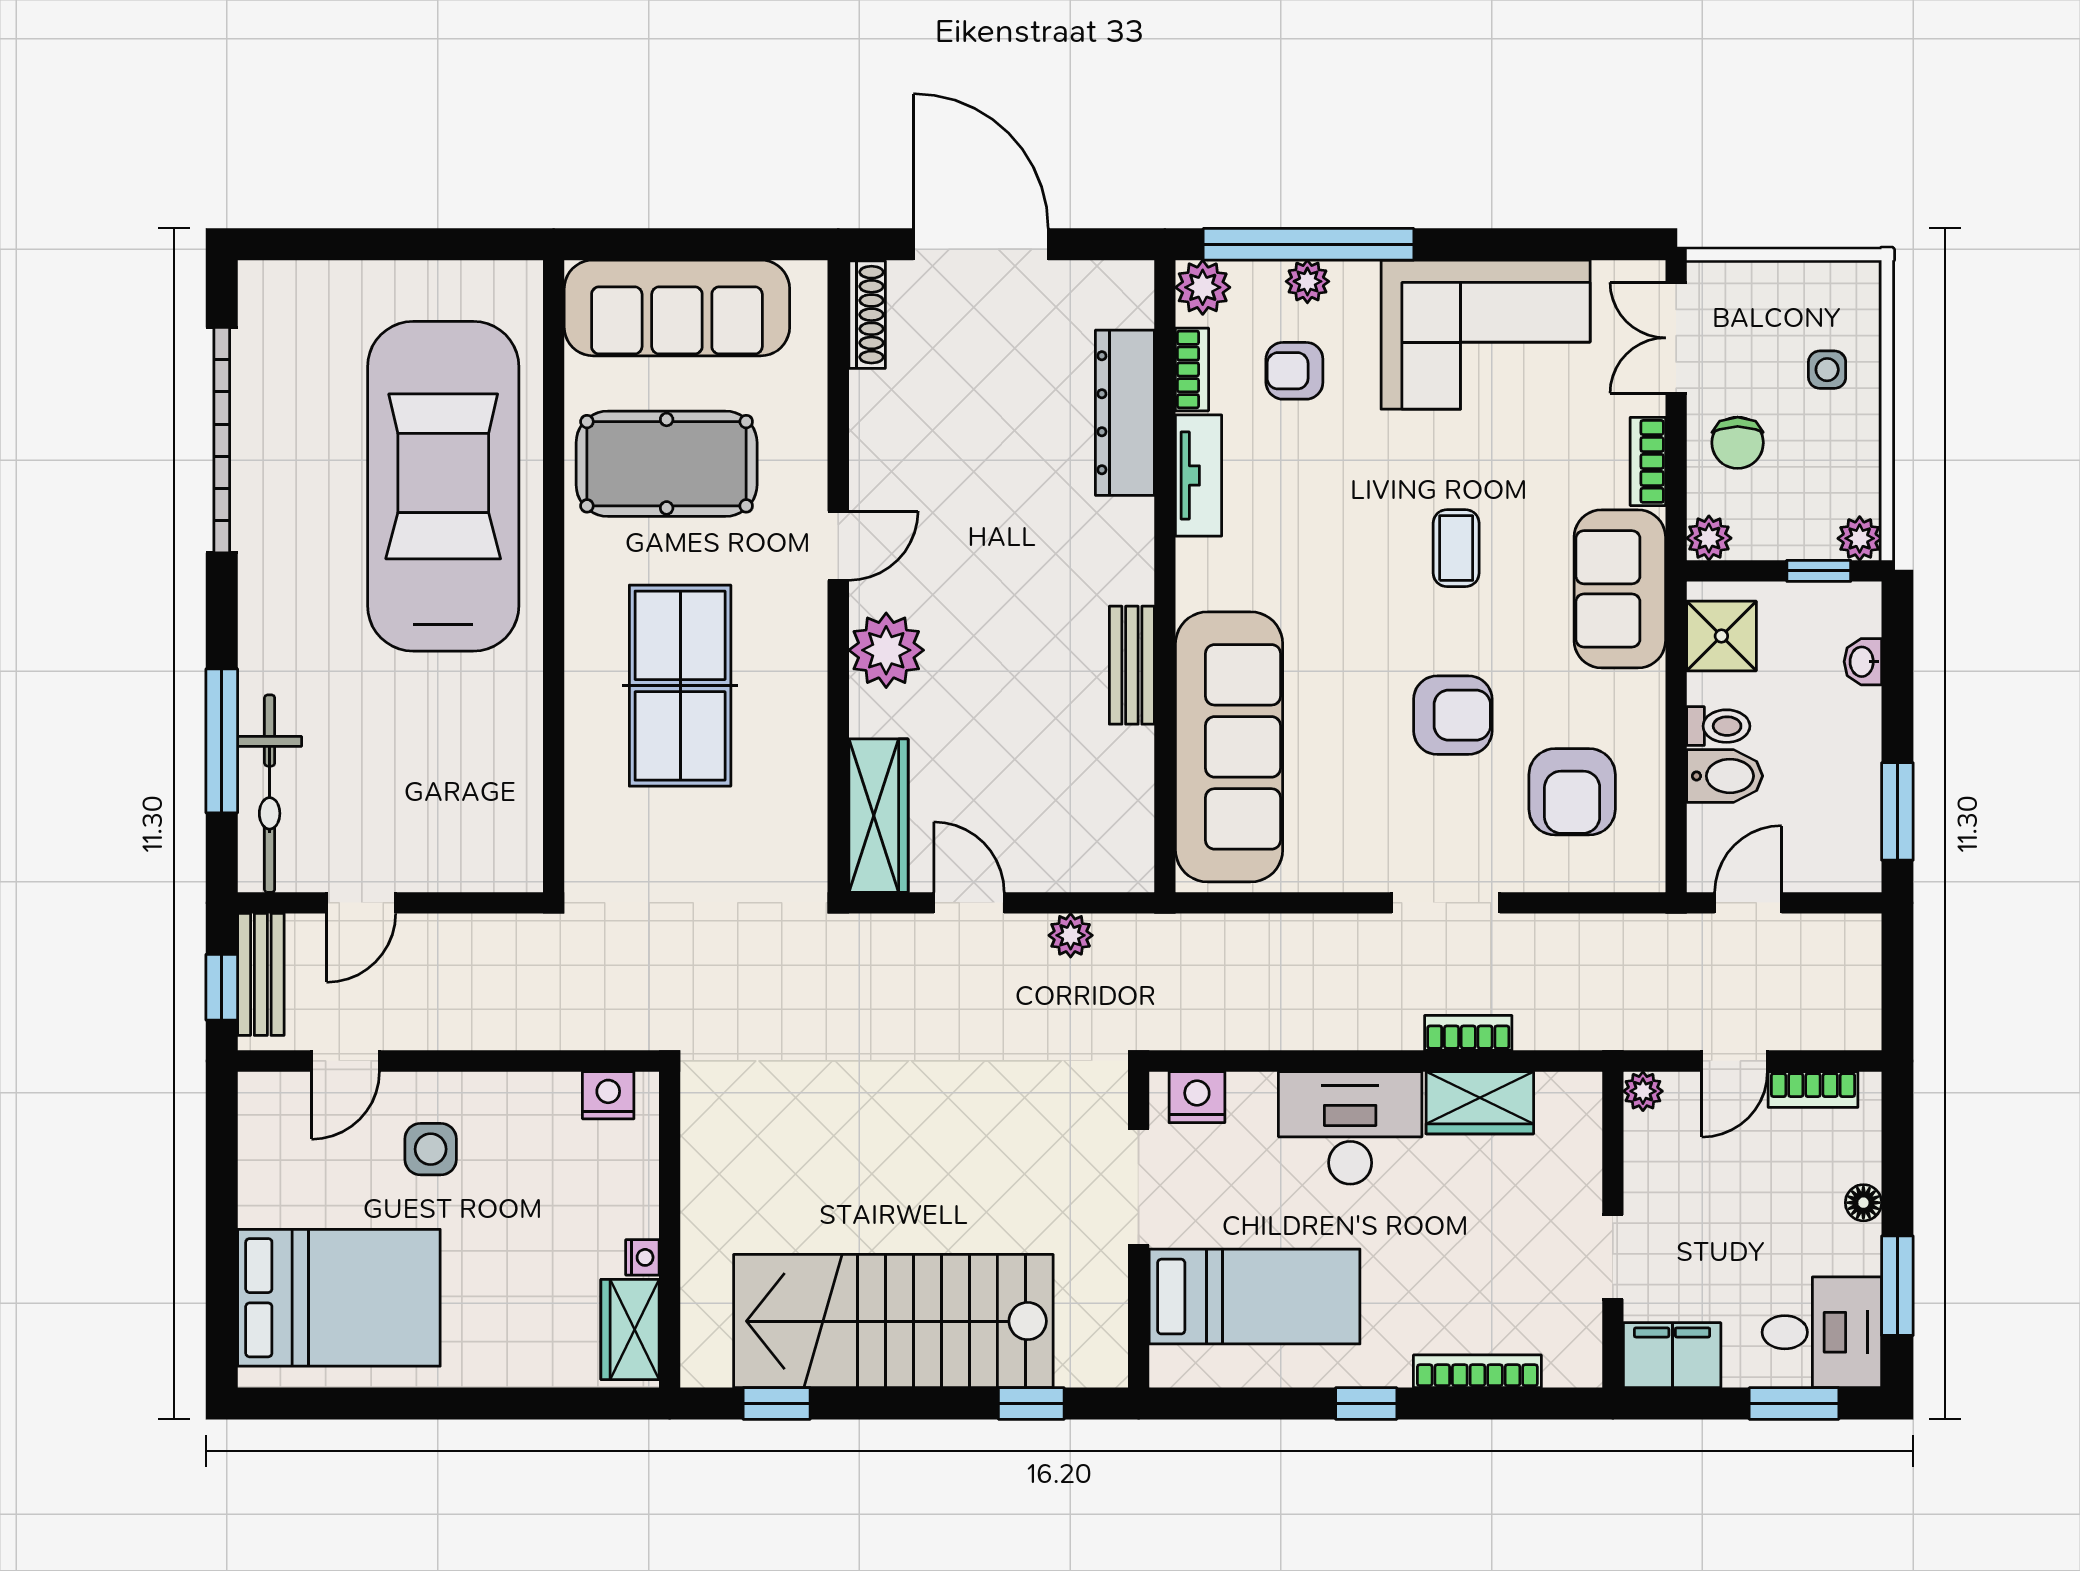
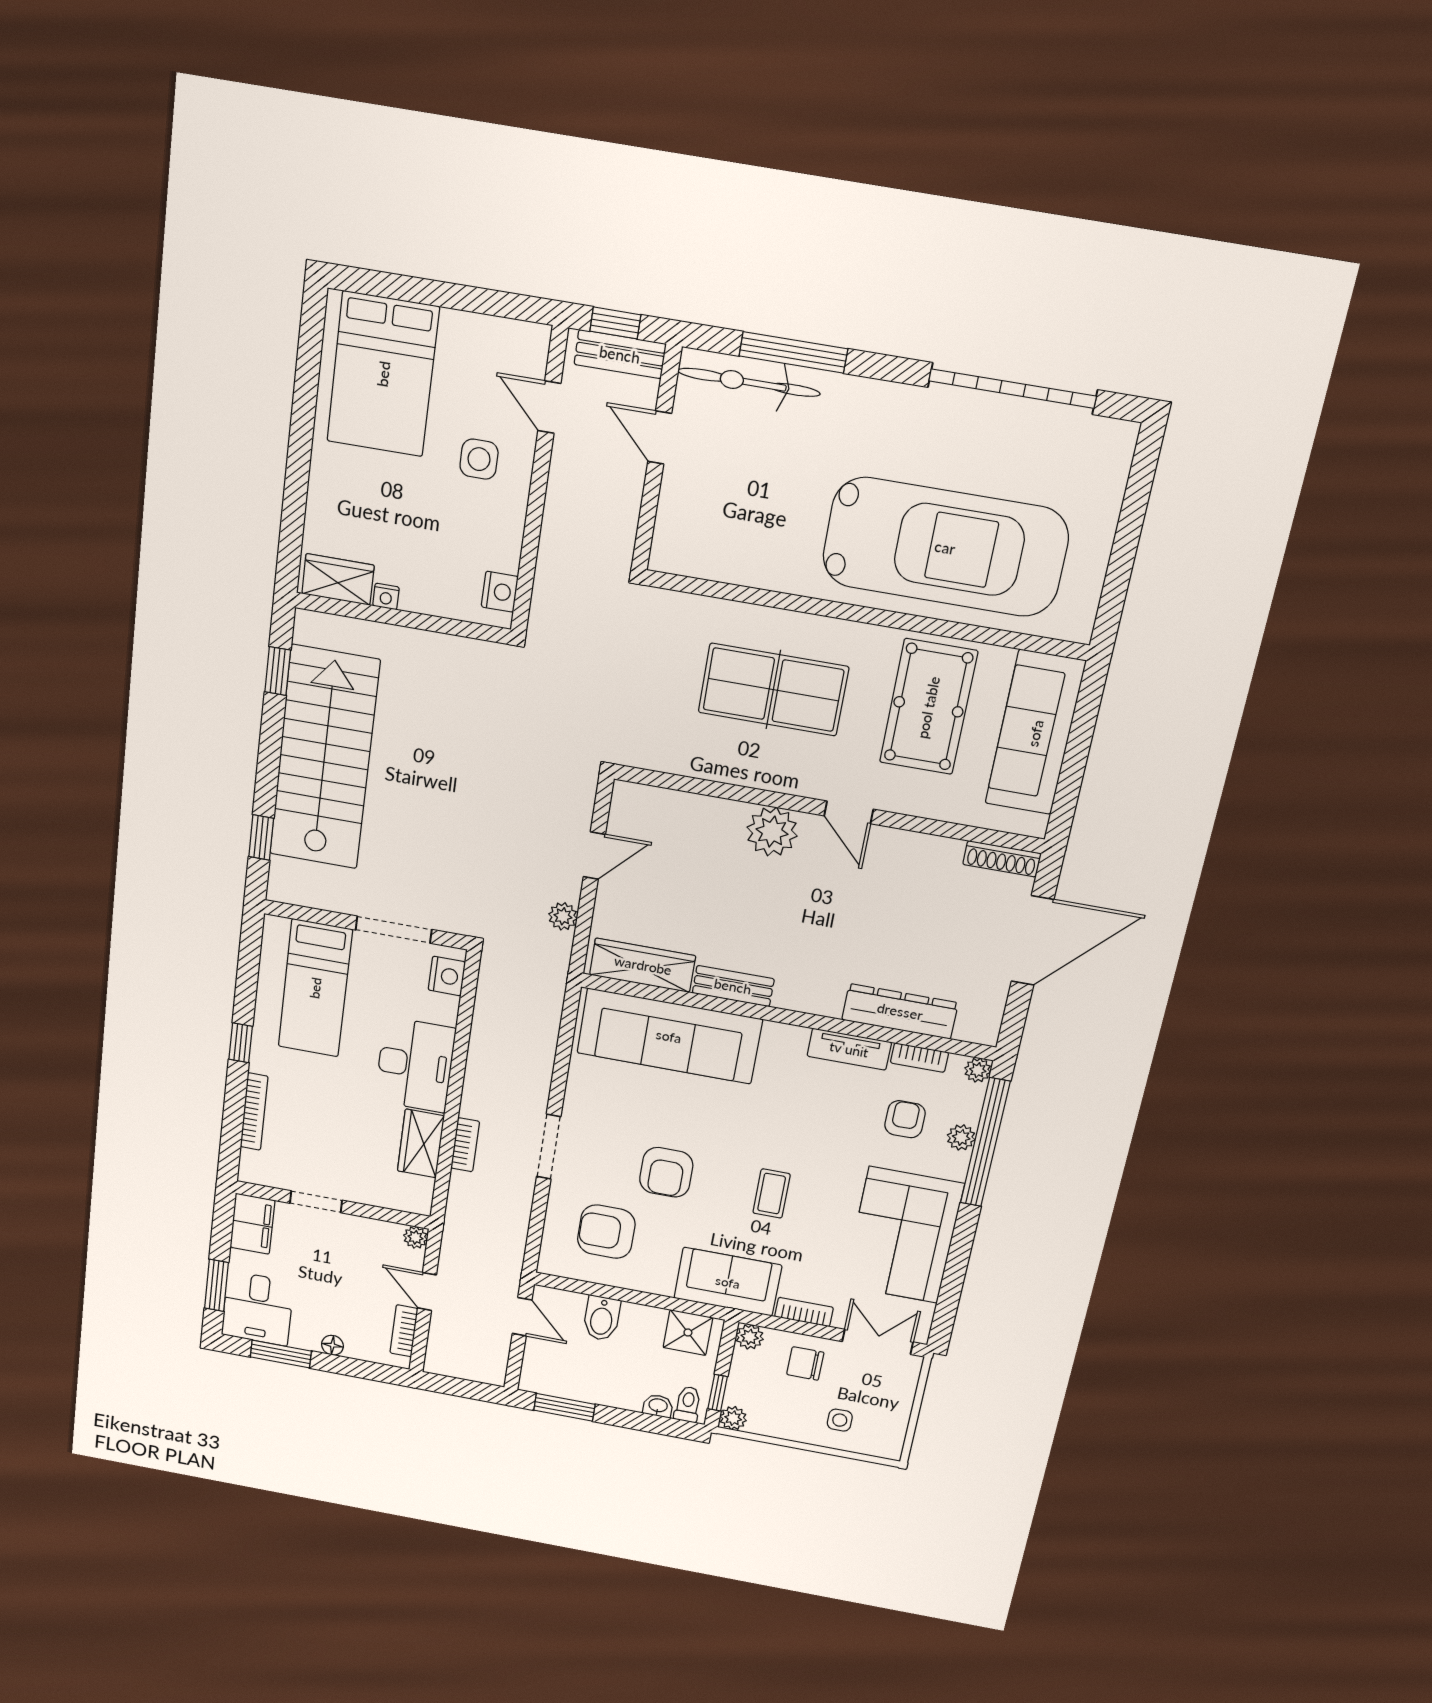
plant: (1203, 287) -> (978, 1070), width x0.73, depth x0.73
coffee table: (1456, 548) -> (772, 1194), turned 90
toilet: (1718, 726) -> (688, 1404), moved, turned 180
wardrobe: (878, 816) -> (643, 965), moved, turned 180

